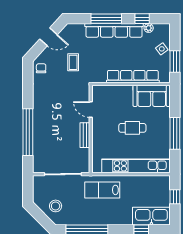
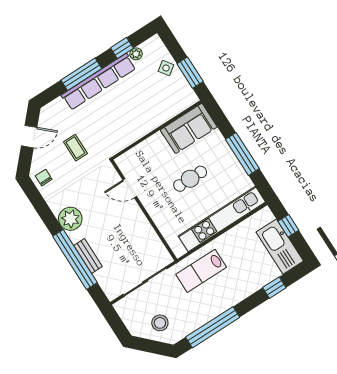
row of seats: (133, 77) -> (153, 120), removed
plant: (41, 105) -> (70, 219), added
bench: (85, 135) -> (88, 256), moved
kitchen sink: (151, 216) -> (280, 247), moved, turned -90

